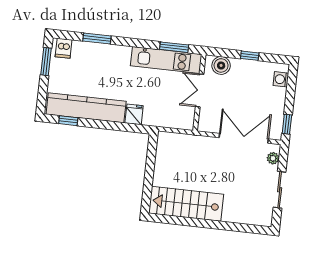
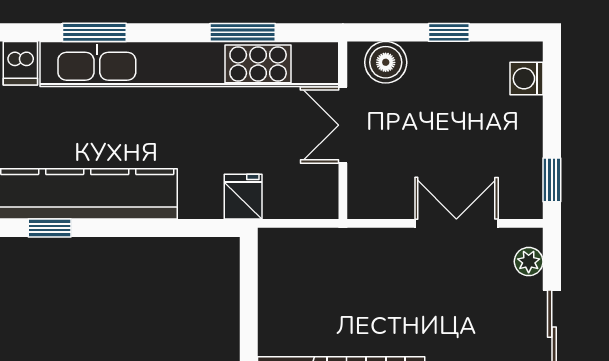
window: (174, 47) -> (243, 32), moved
kitchen unit: (166, 60) -> (189, 64), width x1.86
fridge: (134, 114) -> (243, 197), moved
double door: (244, 138) -> (456, 223), width x0.73

